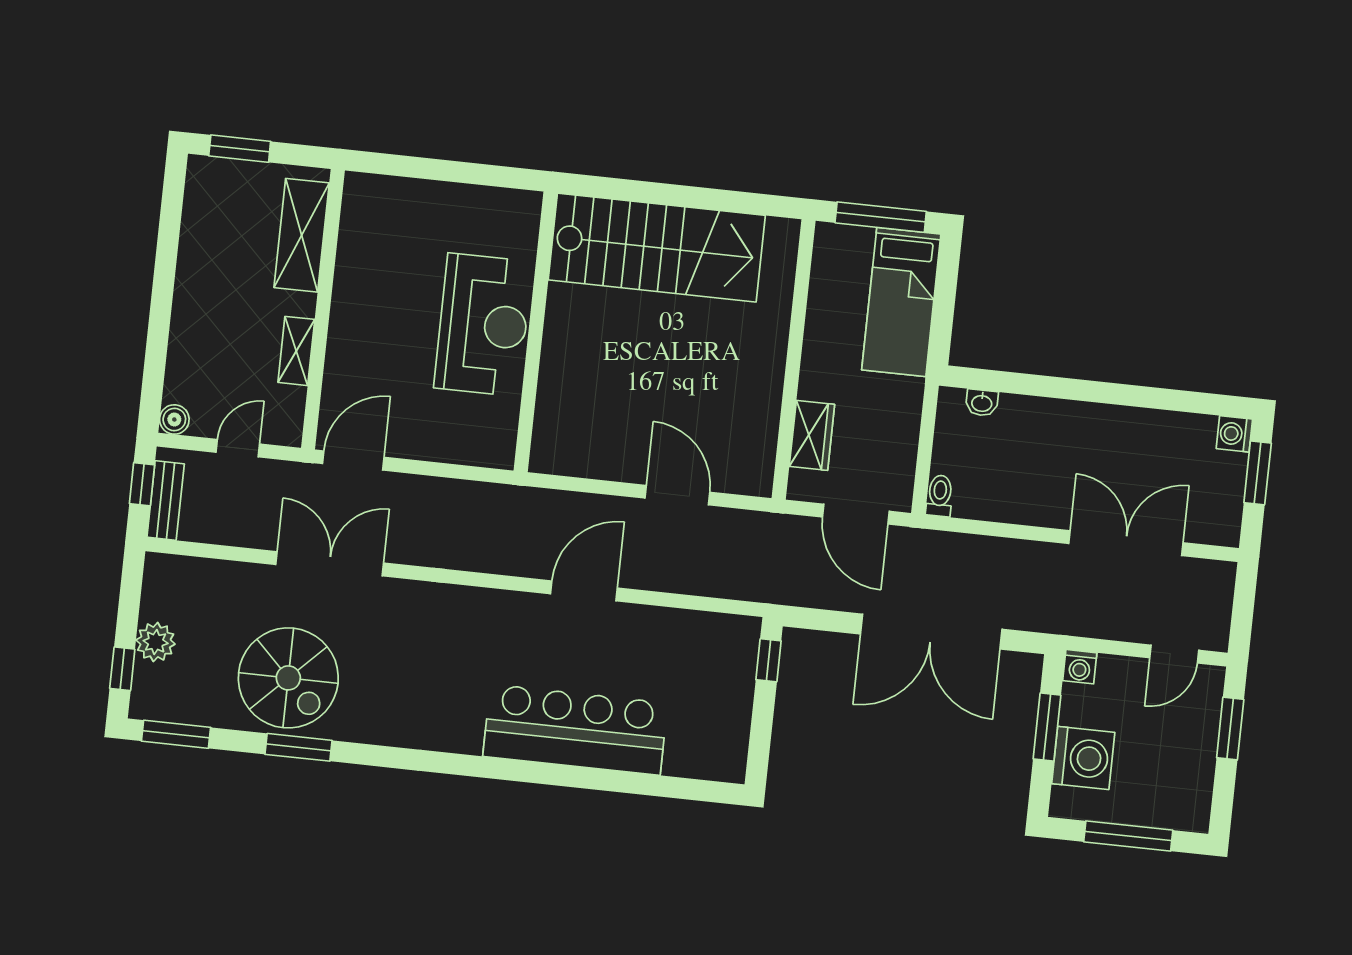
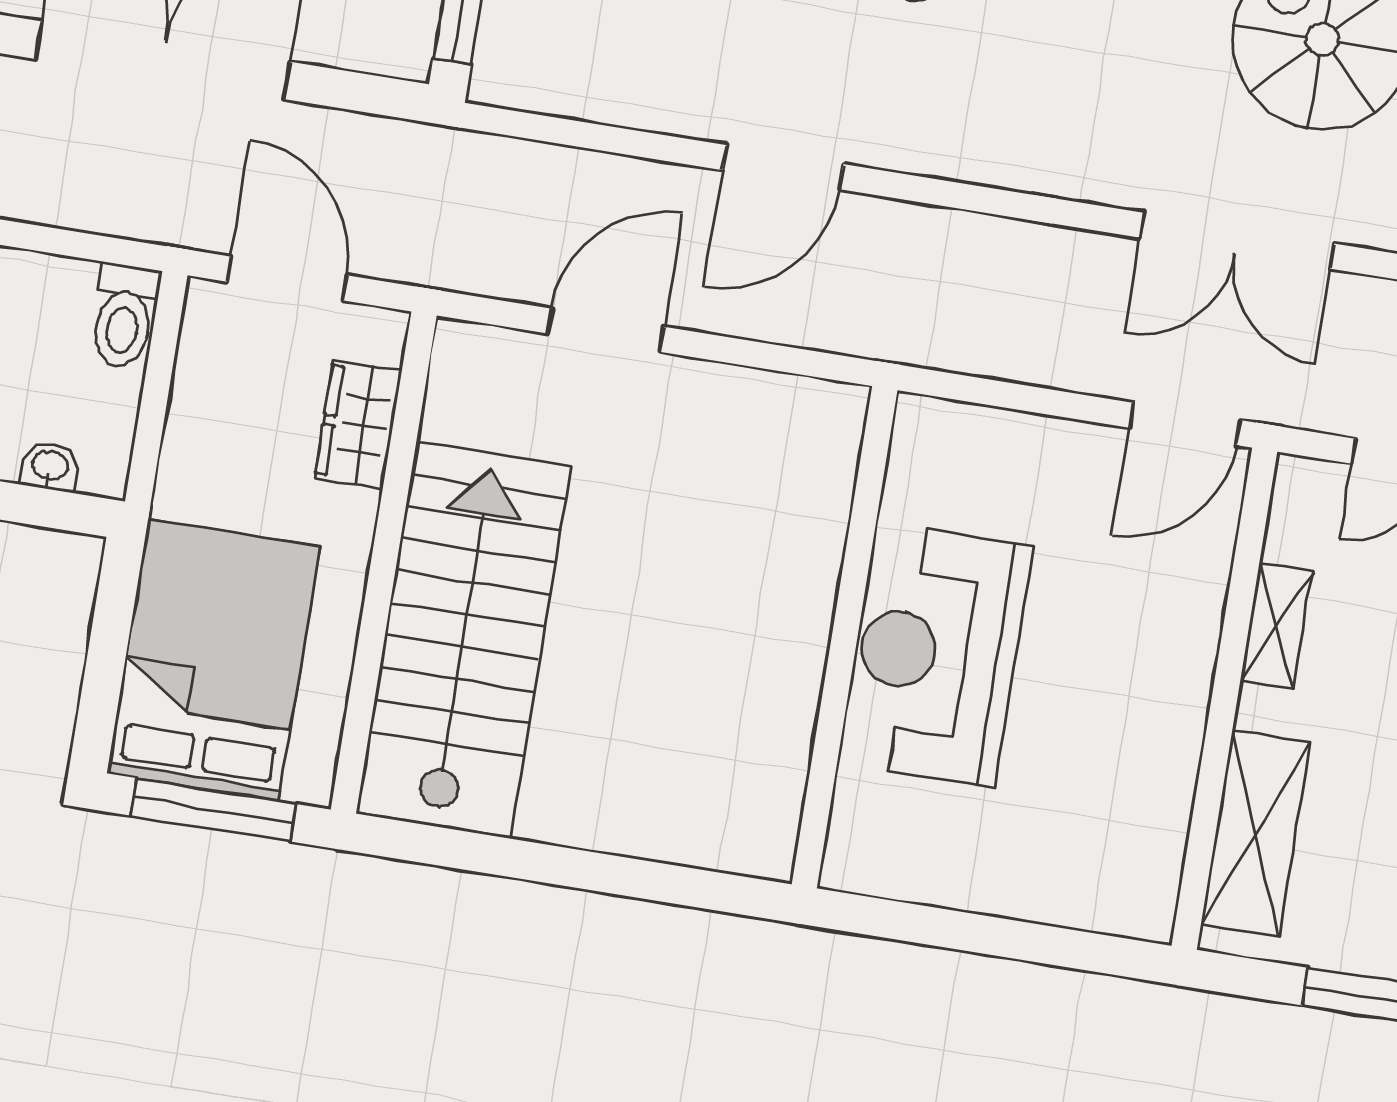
stairs: (657, 248) -> (463, 640), moved, turned 90
bed: (901, 302) -> (213, 660), width x1.50
door: (677, 495) -> (606, 330), swing flipped
toilet: (940, 496) -> (124, 316), width x1.37, depth x1.39

